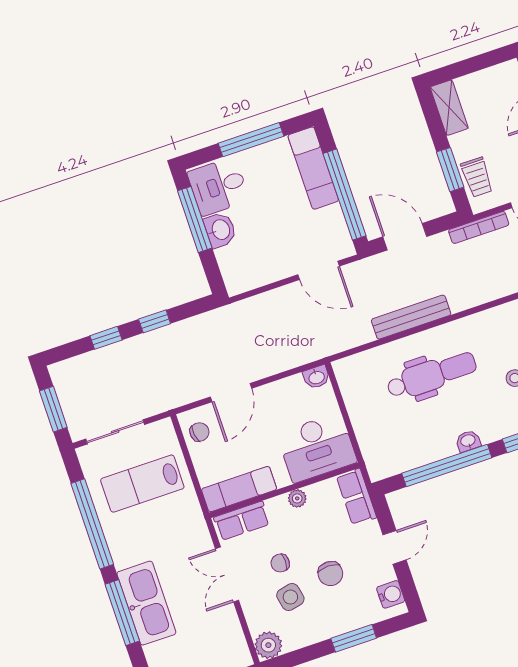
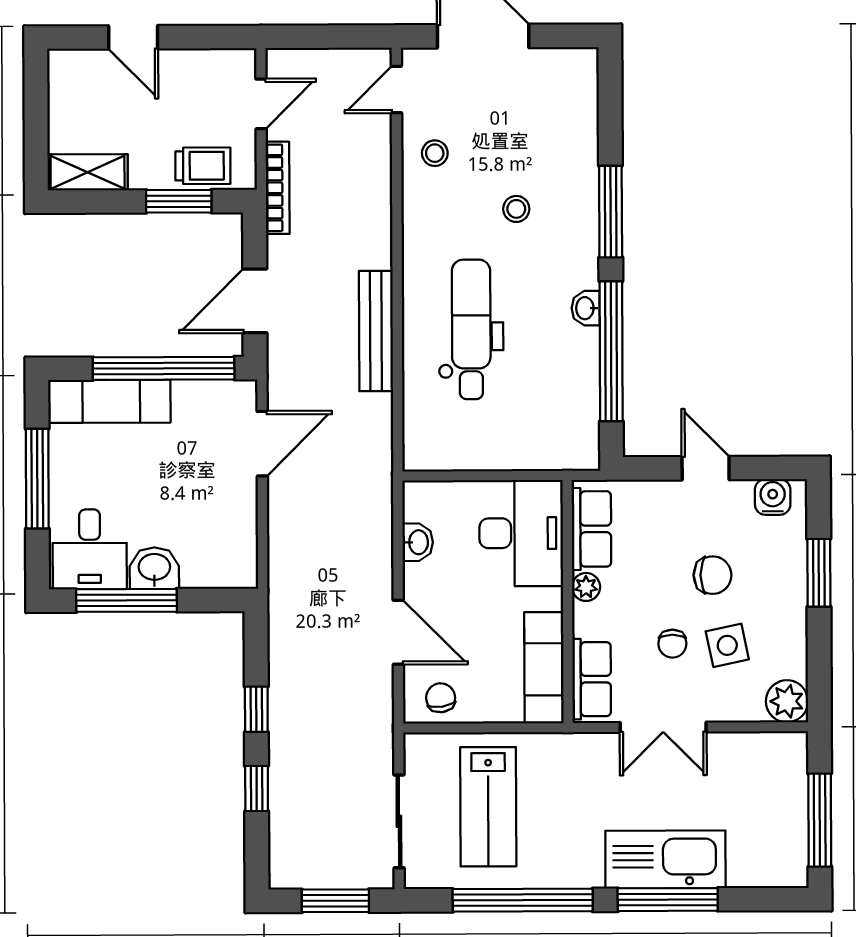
washbasin: (316, 377) -> (418, 542), moved
row of seats: (356, 497) -> (591, 529), moved, turned -90

